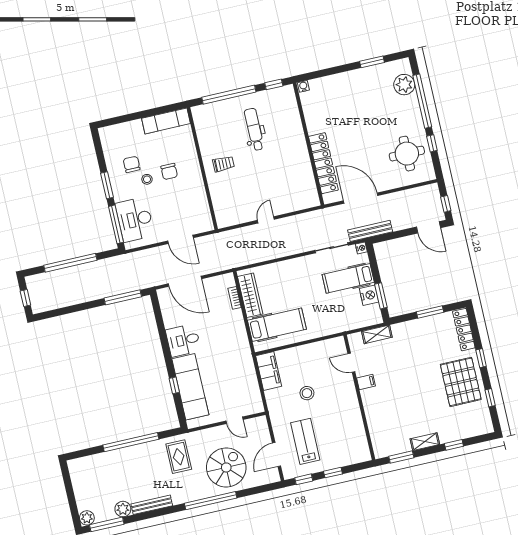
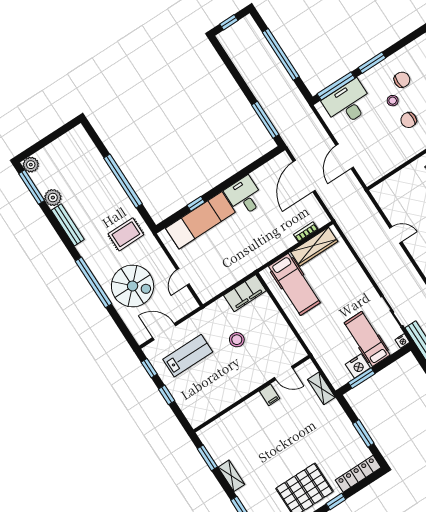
door: (351, 363) -> (284, 373), swing flipped

